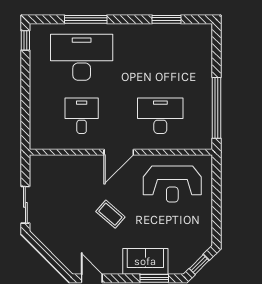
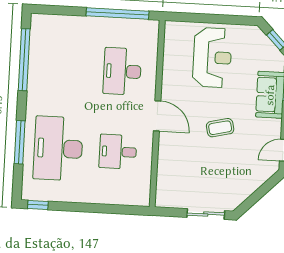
window: (166, 19) -> (24, 60), width x2.11
reception desk: (172, 184) -> (212, 58), moved
coffee table: (110, 214) -> (220, 128), turned 36

